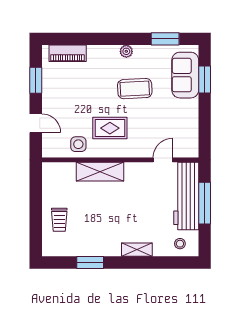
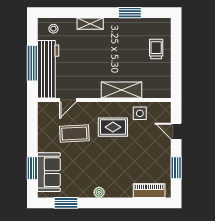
coffee table: (135, 89) -> (74, 134), moved

